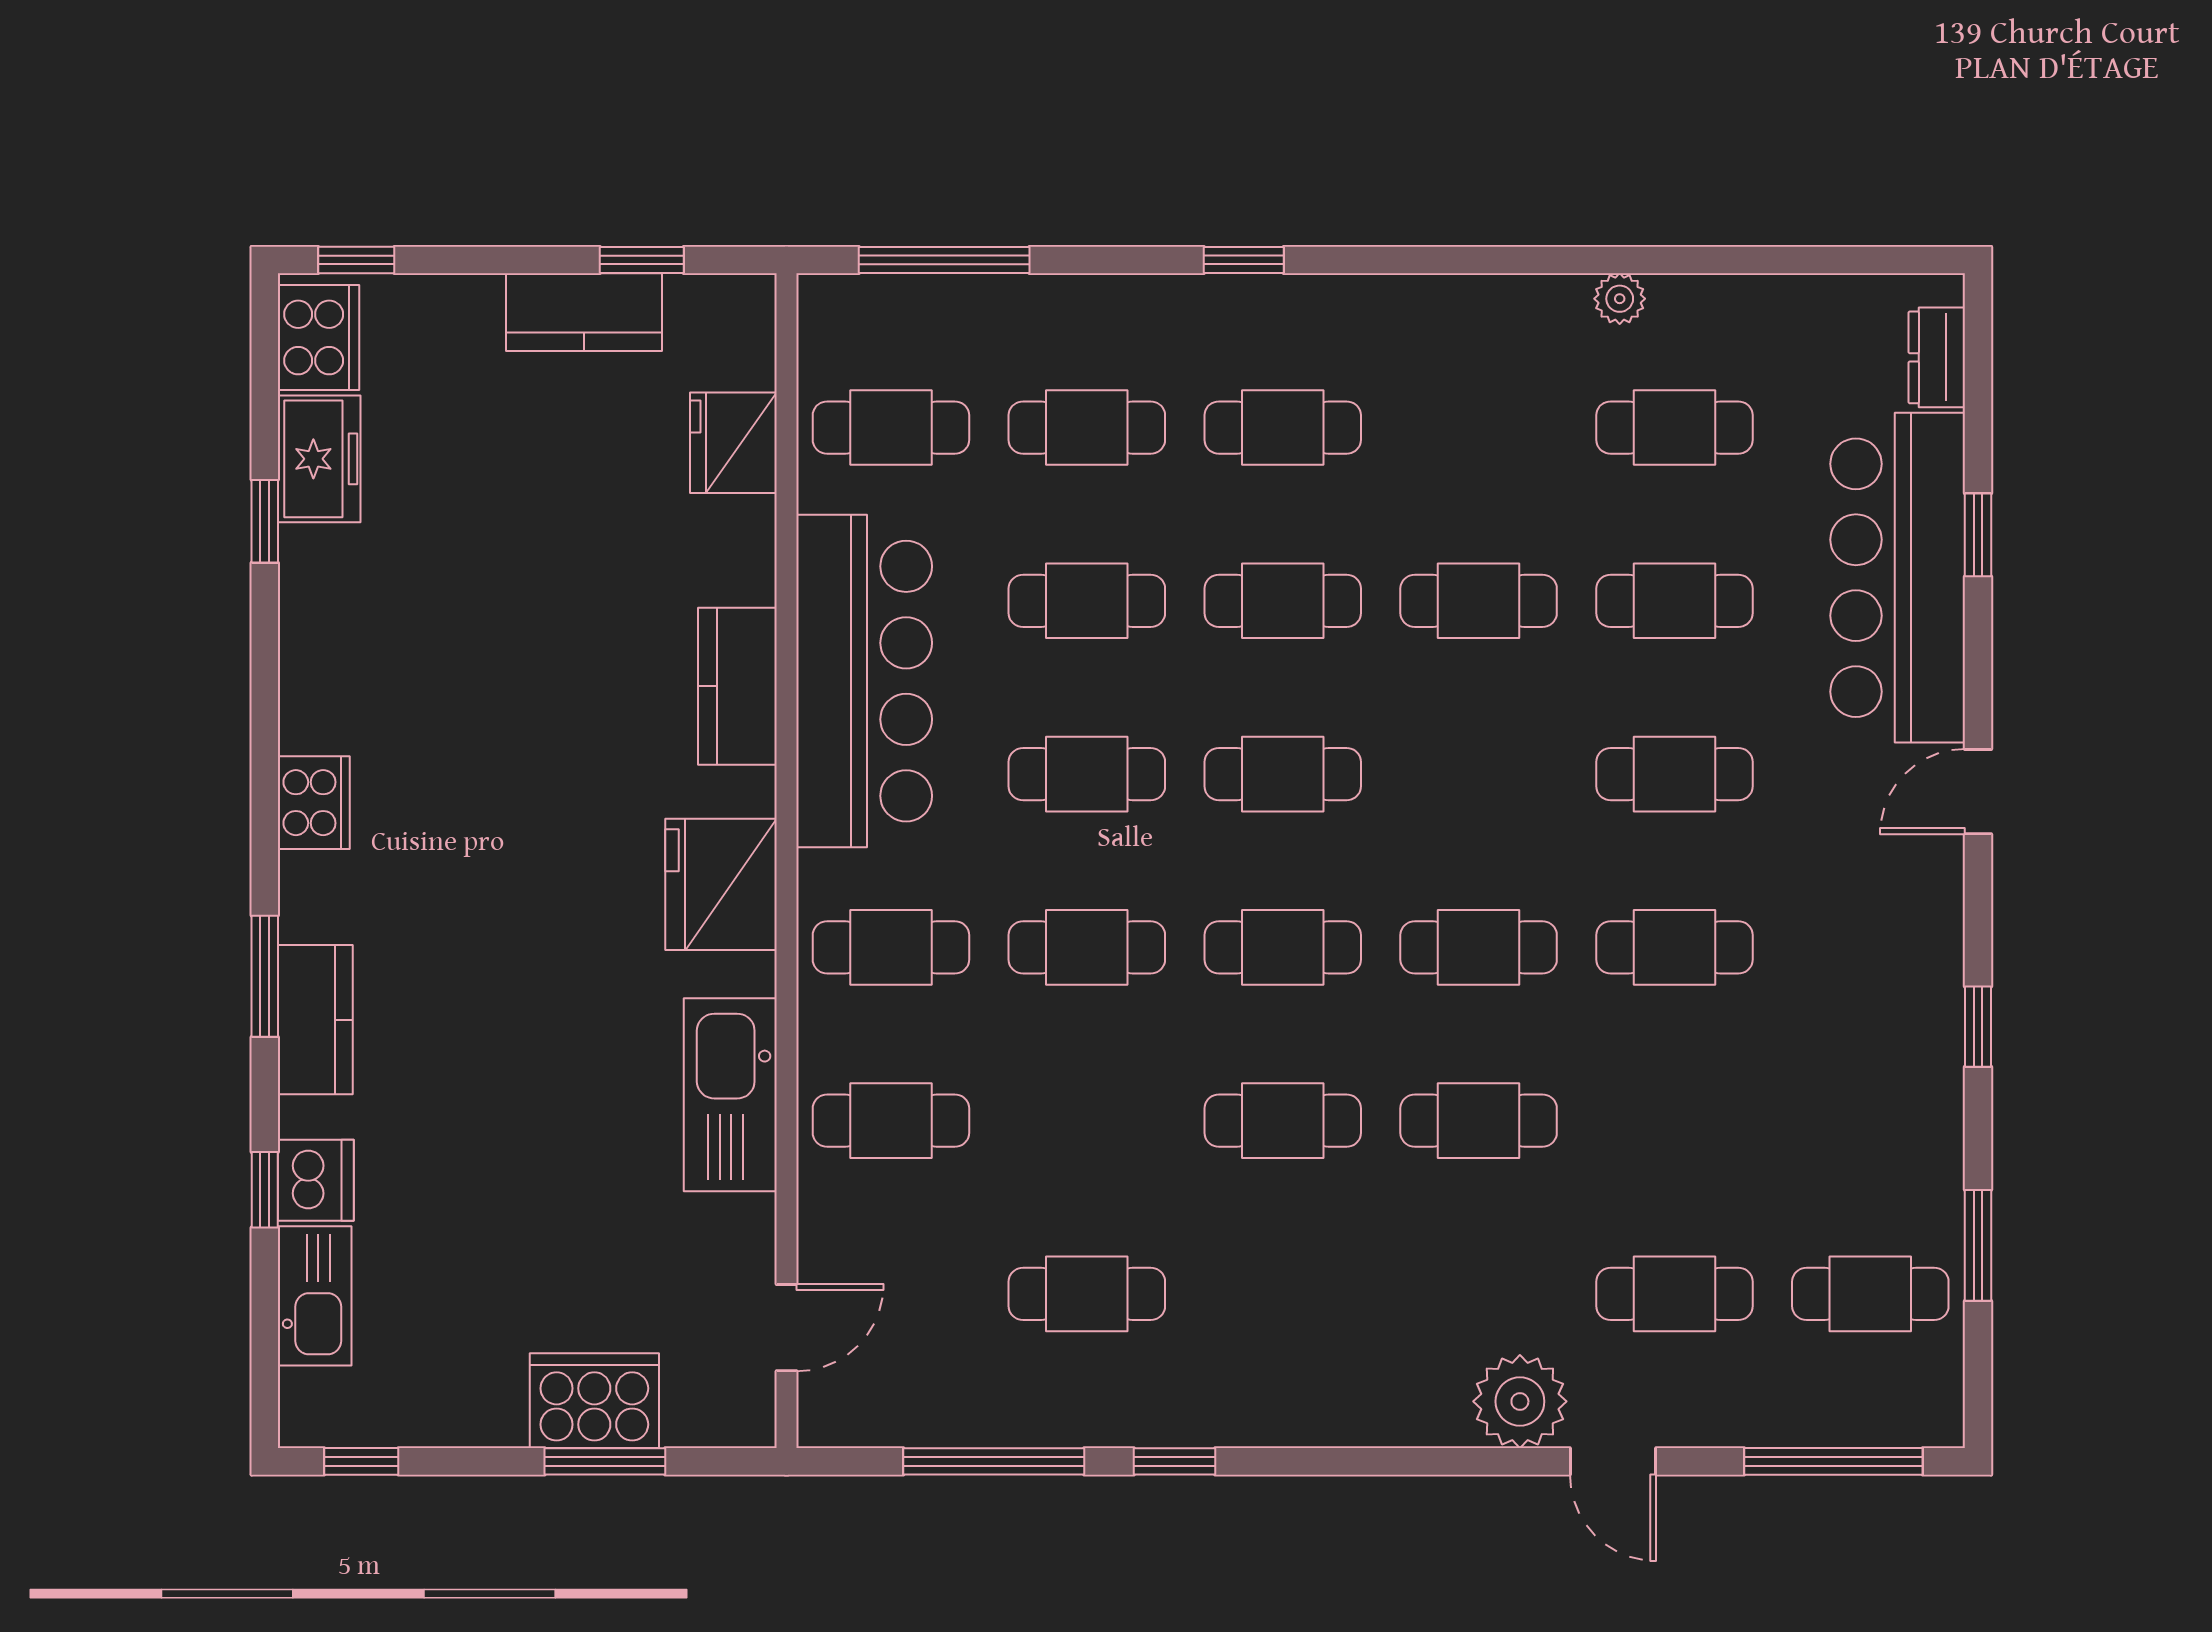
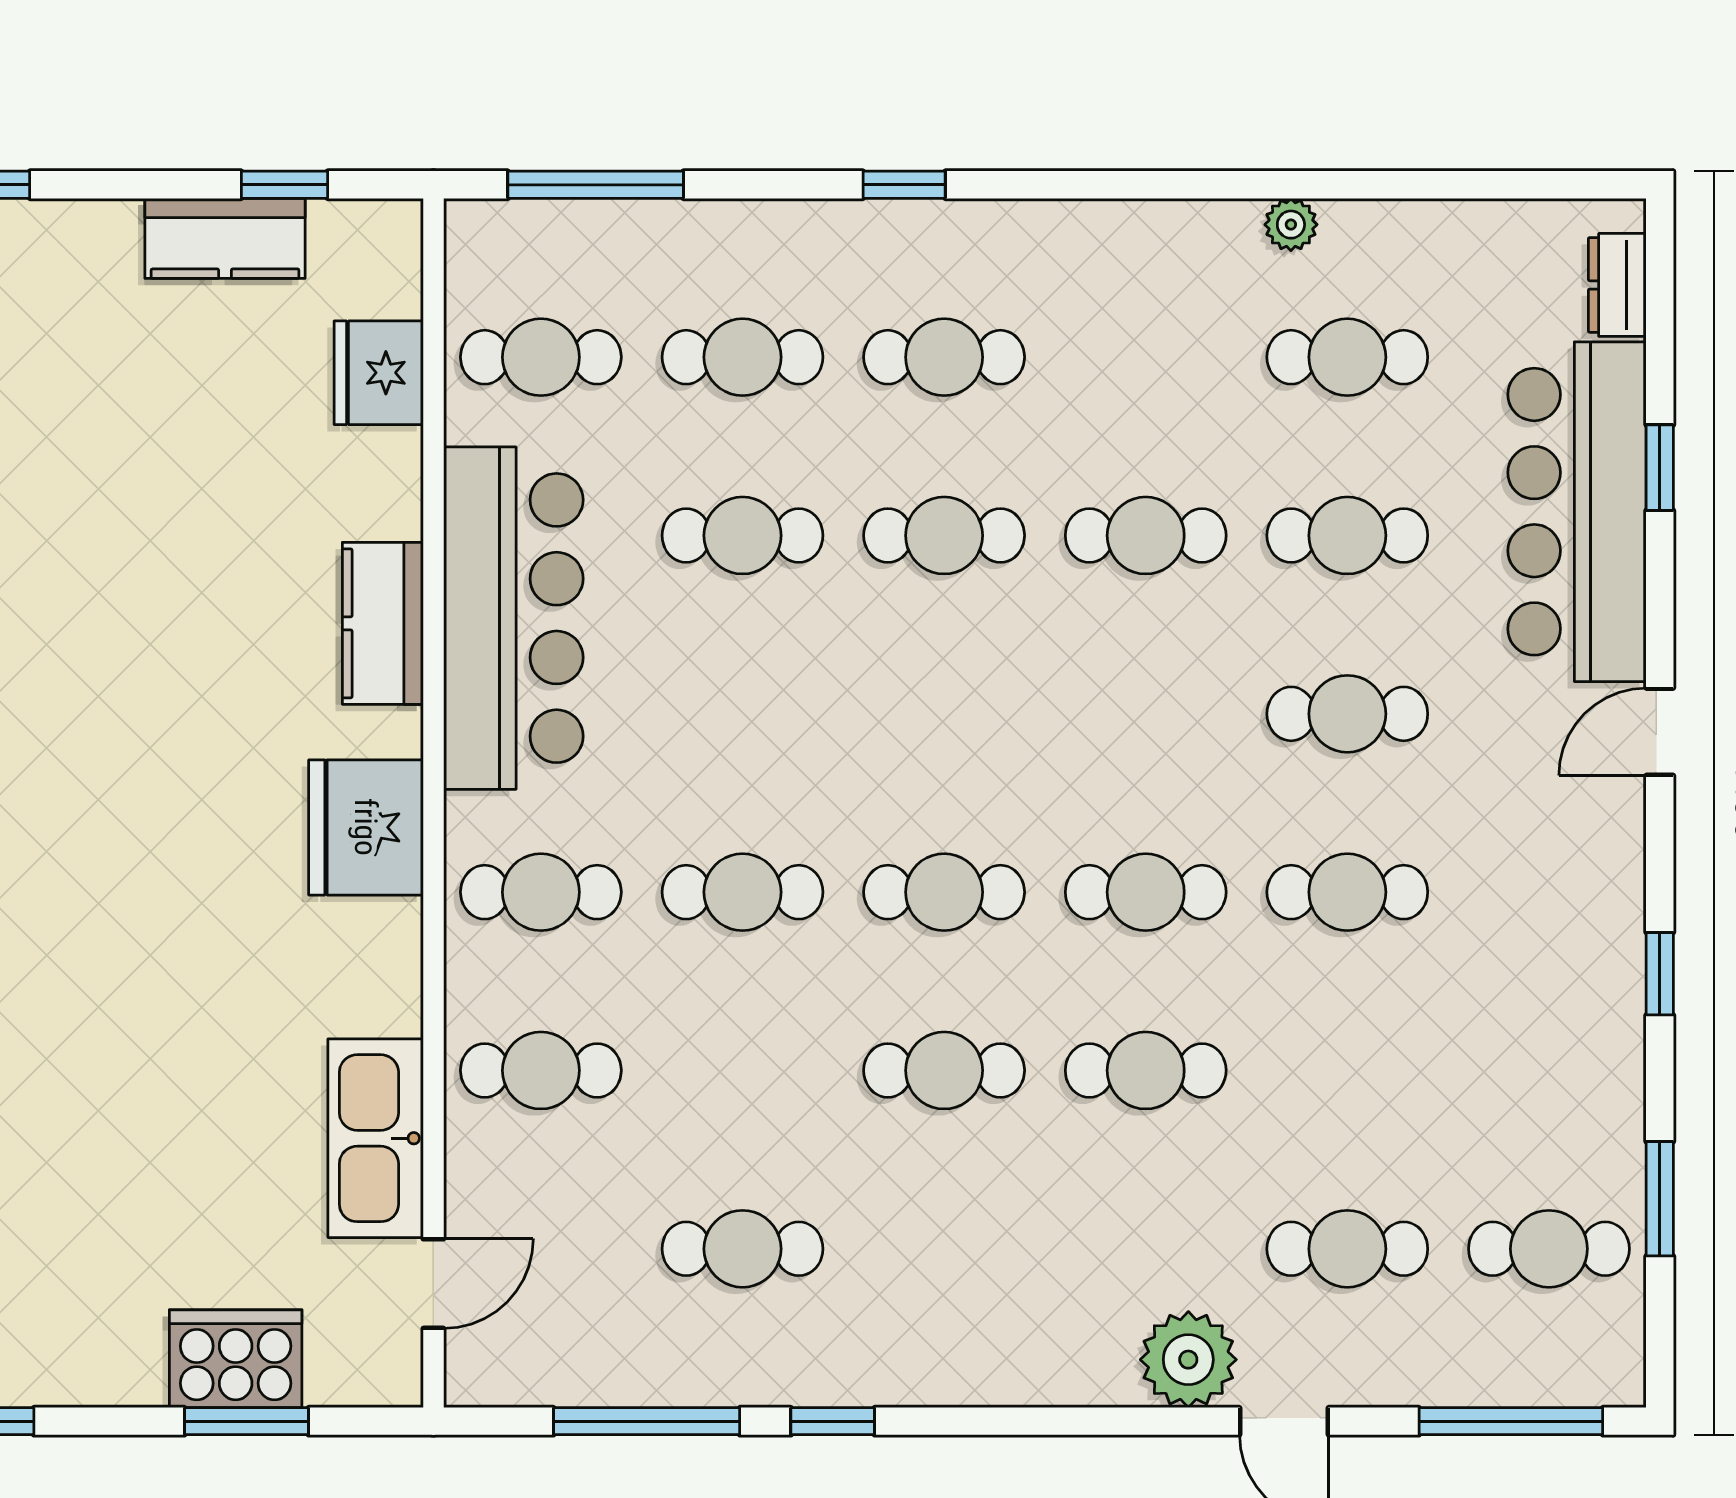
cafe table: (1087, 774) -> (742, 714), removed
cafe table: (1283, 774) -> (944, 714), removed
kitchen sink: (730, 1095) -> (376, 1138), moved

